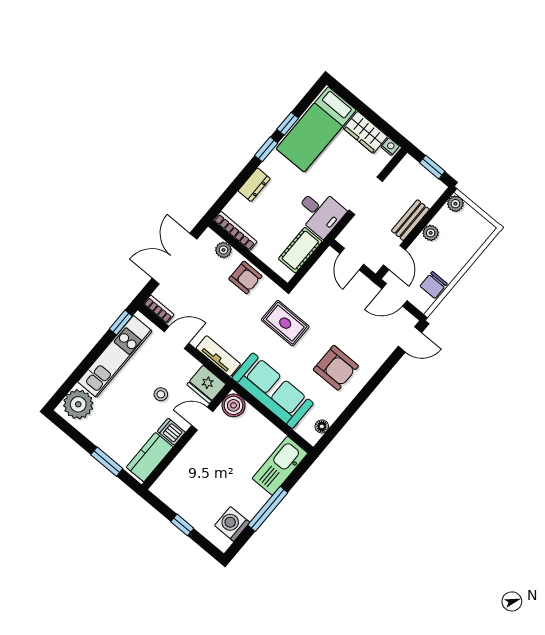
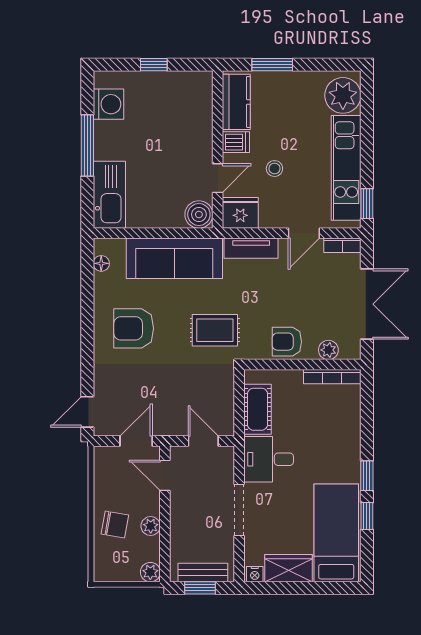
dresser: (254, 185) -> (351, 434), removed
bench: (410, 220) -> (203, 572), moved, turned 90
chair: (434, 285) -> (115, 525), moved, turned 100

